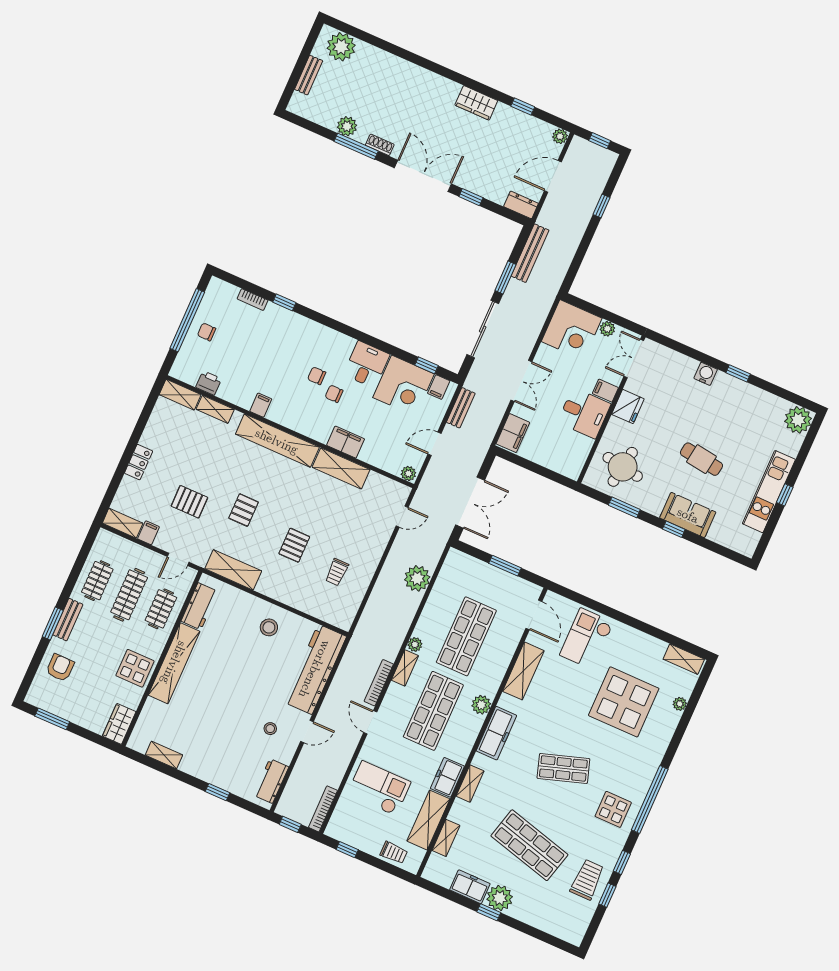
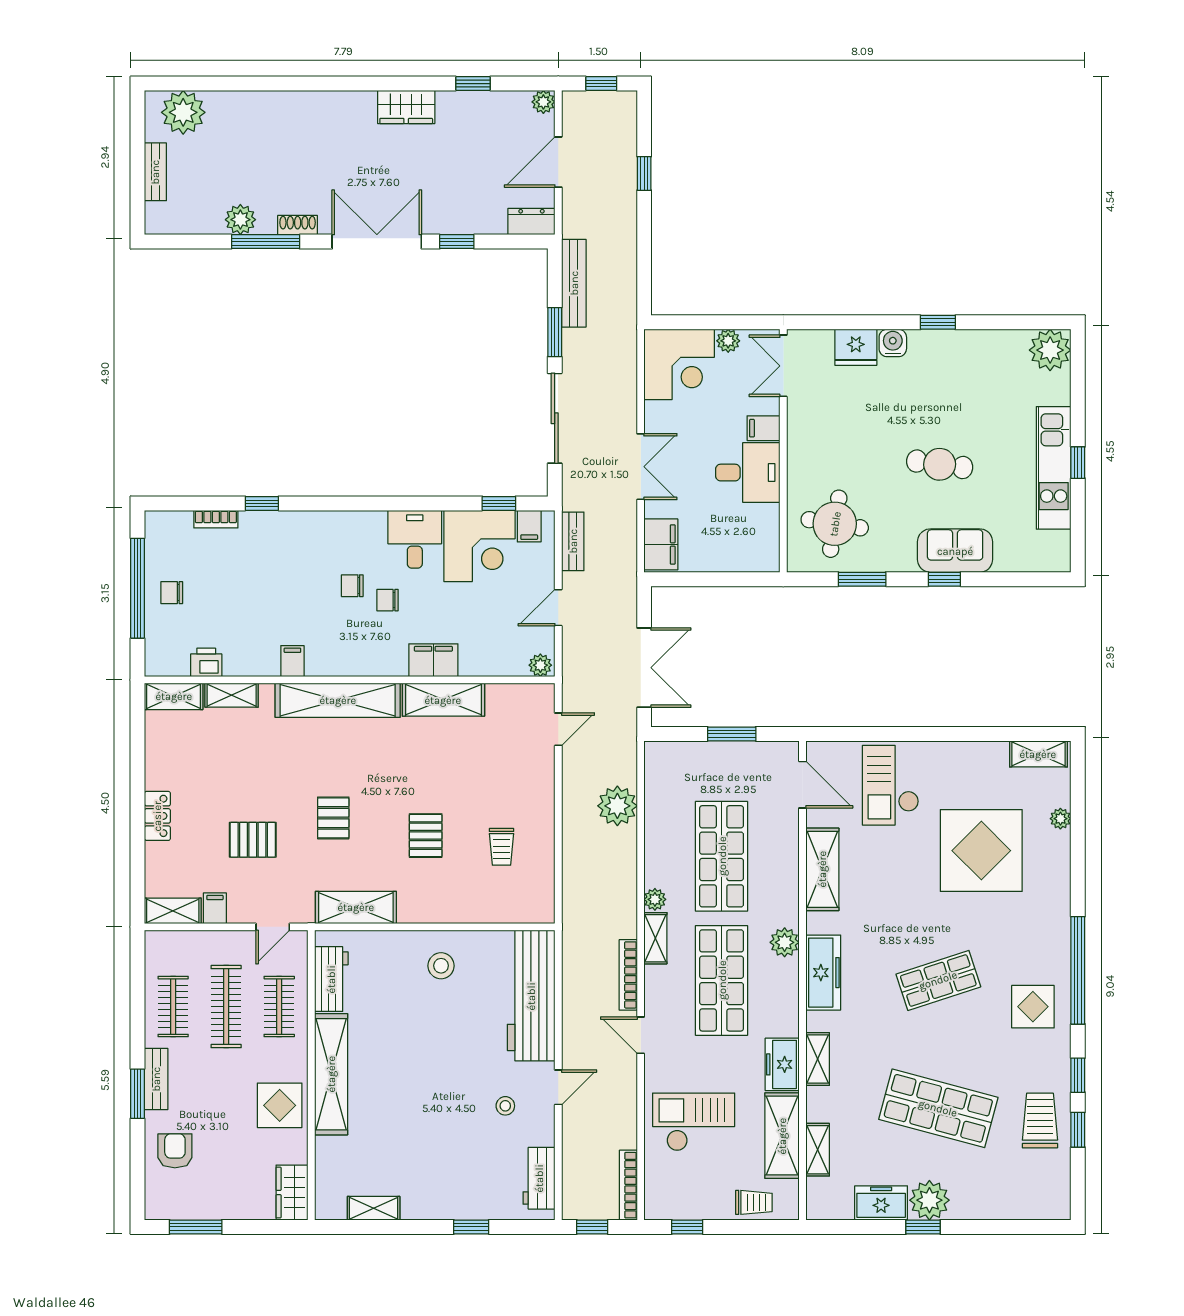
fridge: (628, 407) -> (856, 347), moved, turned 90

